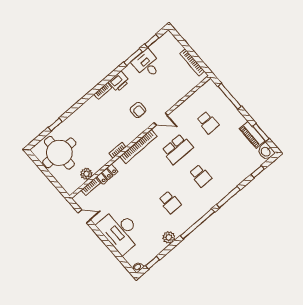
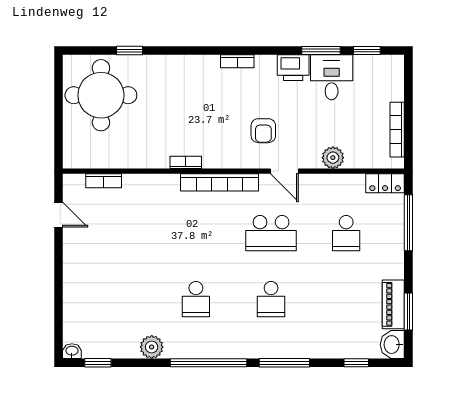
printer: (119, 82) -> (293, 68), moved
plant: (86, 174) -> (333, 158), moved
locker: (107, 174) -> (385, 183), moved
desk: (120, 231) -> (91, 279), removed

